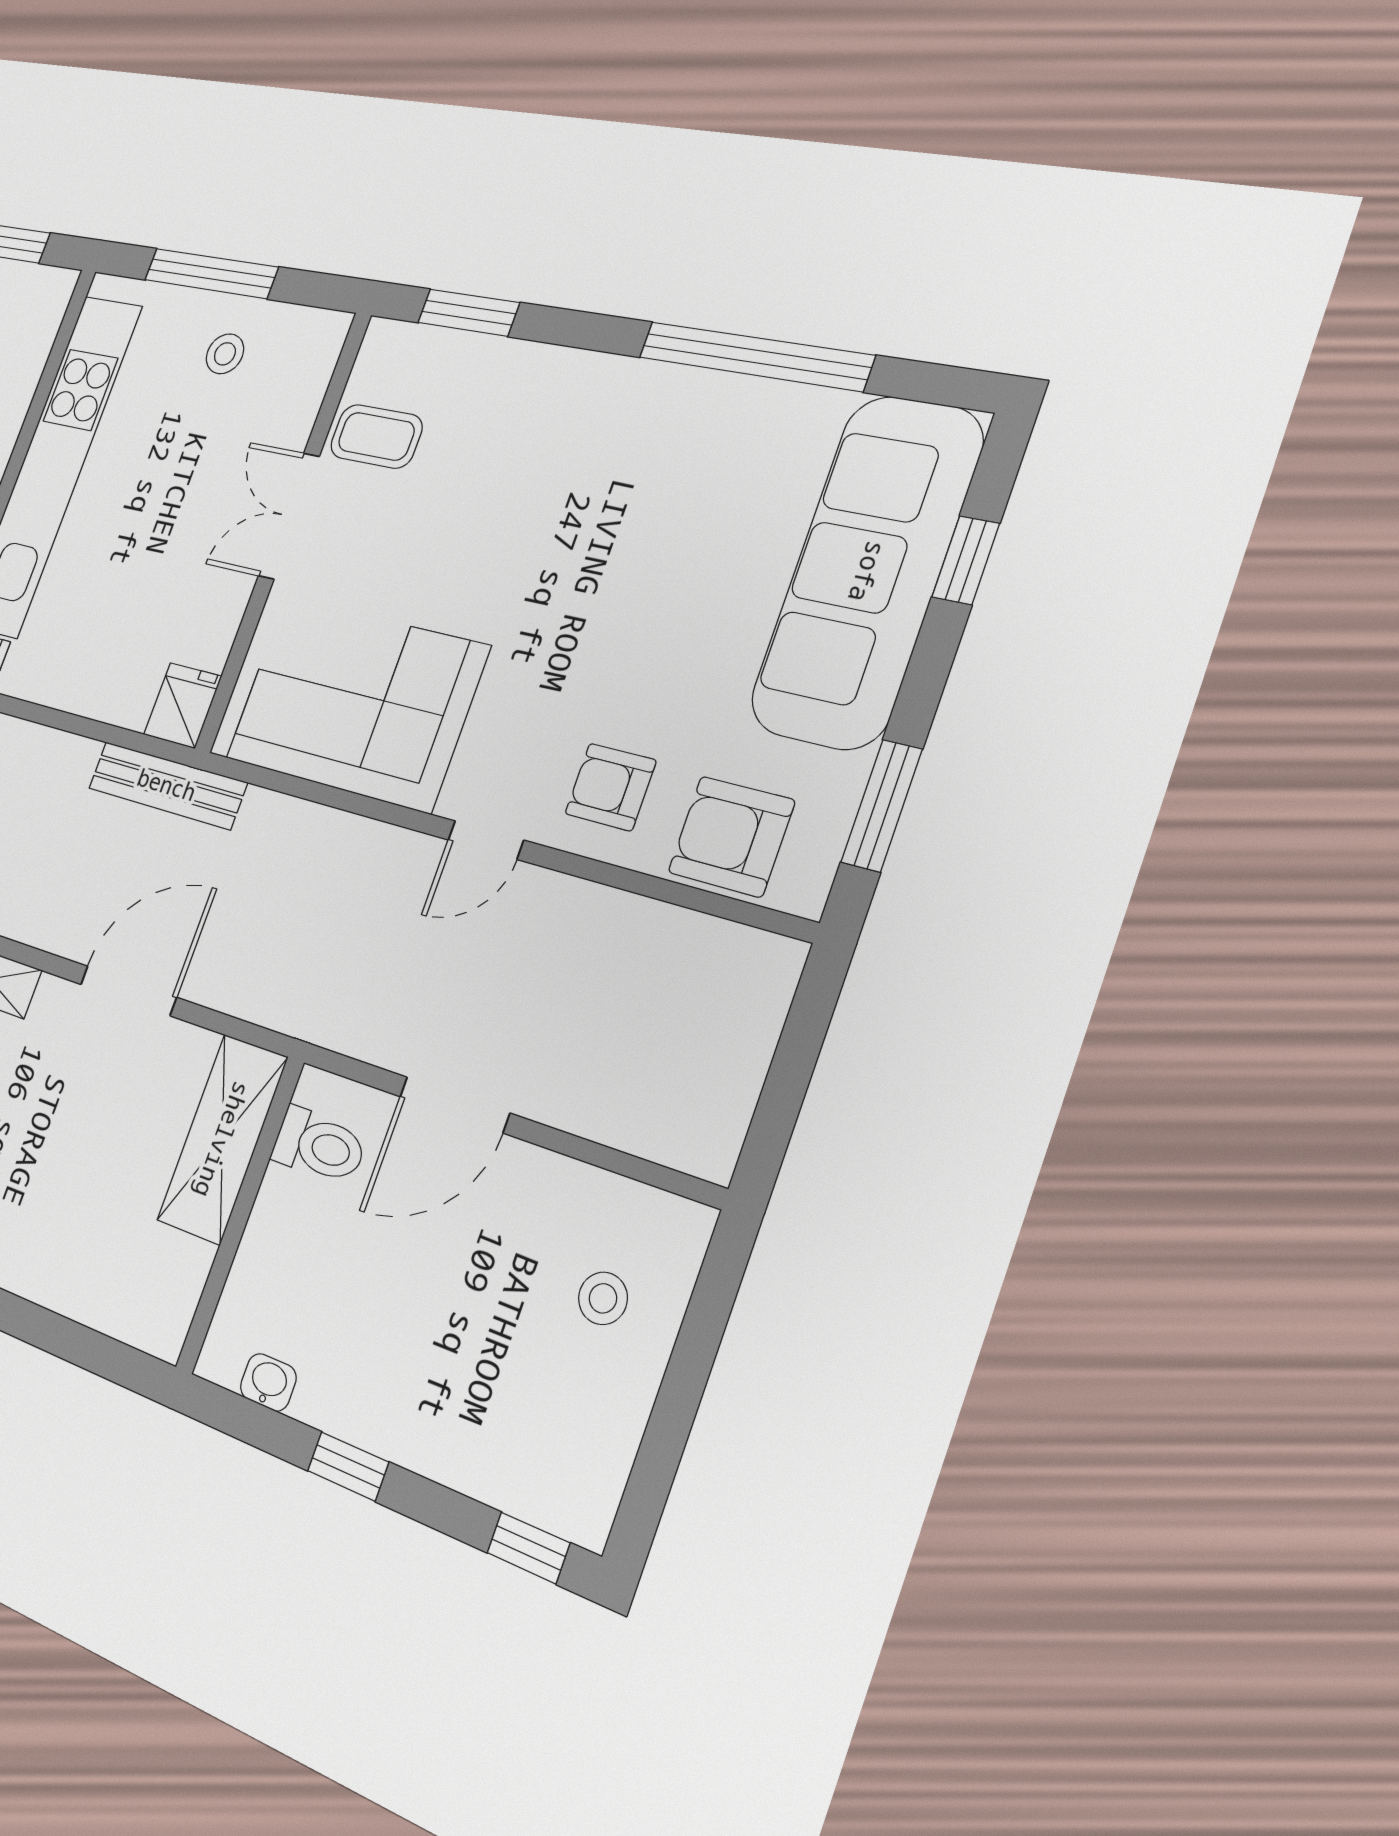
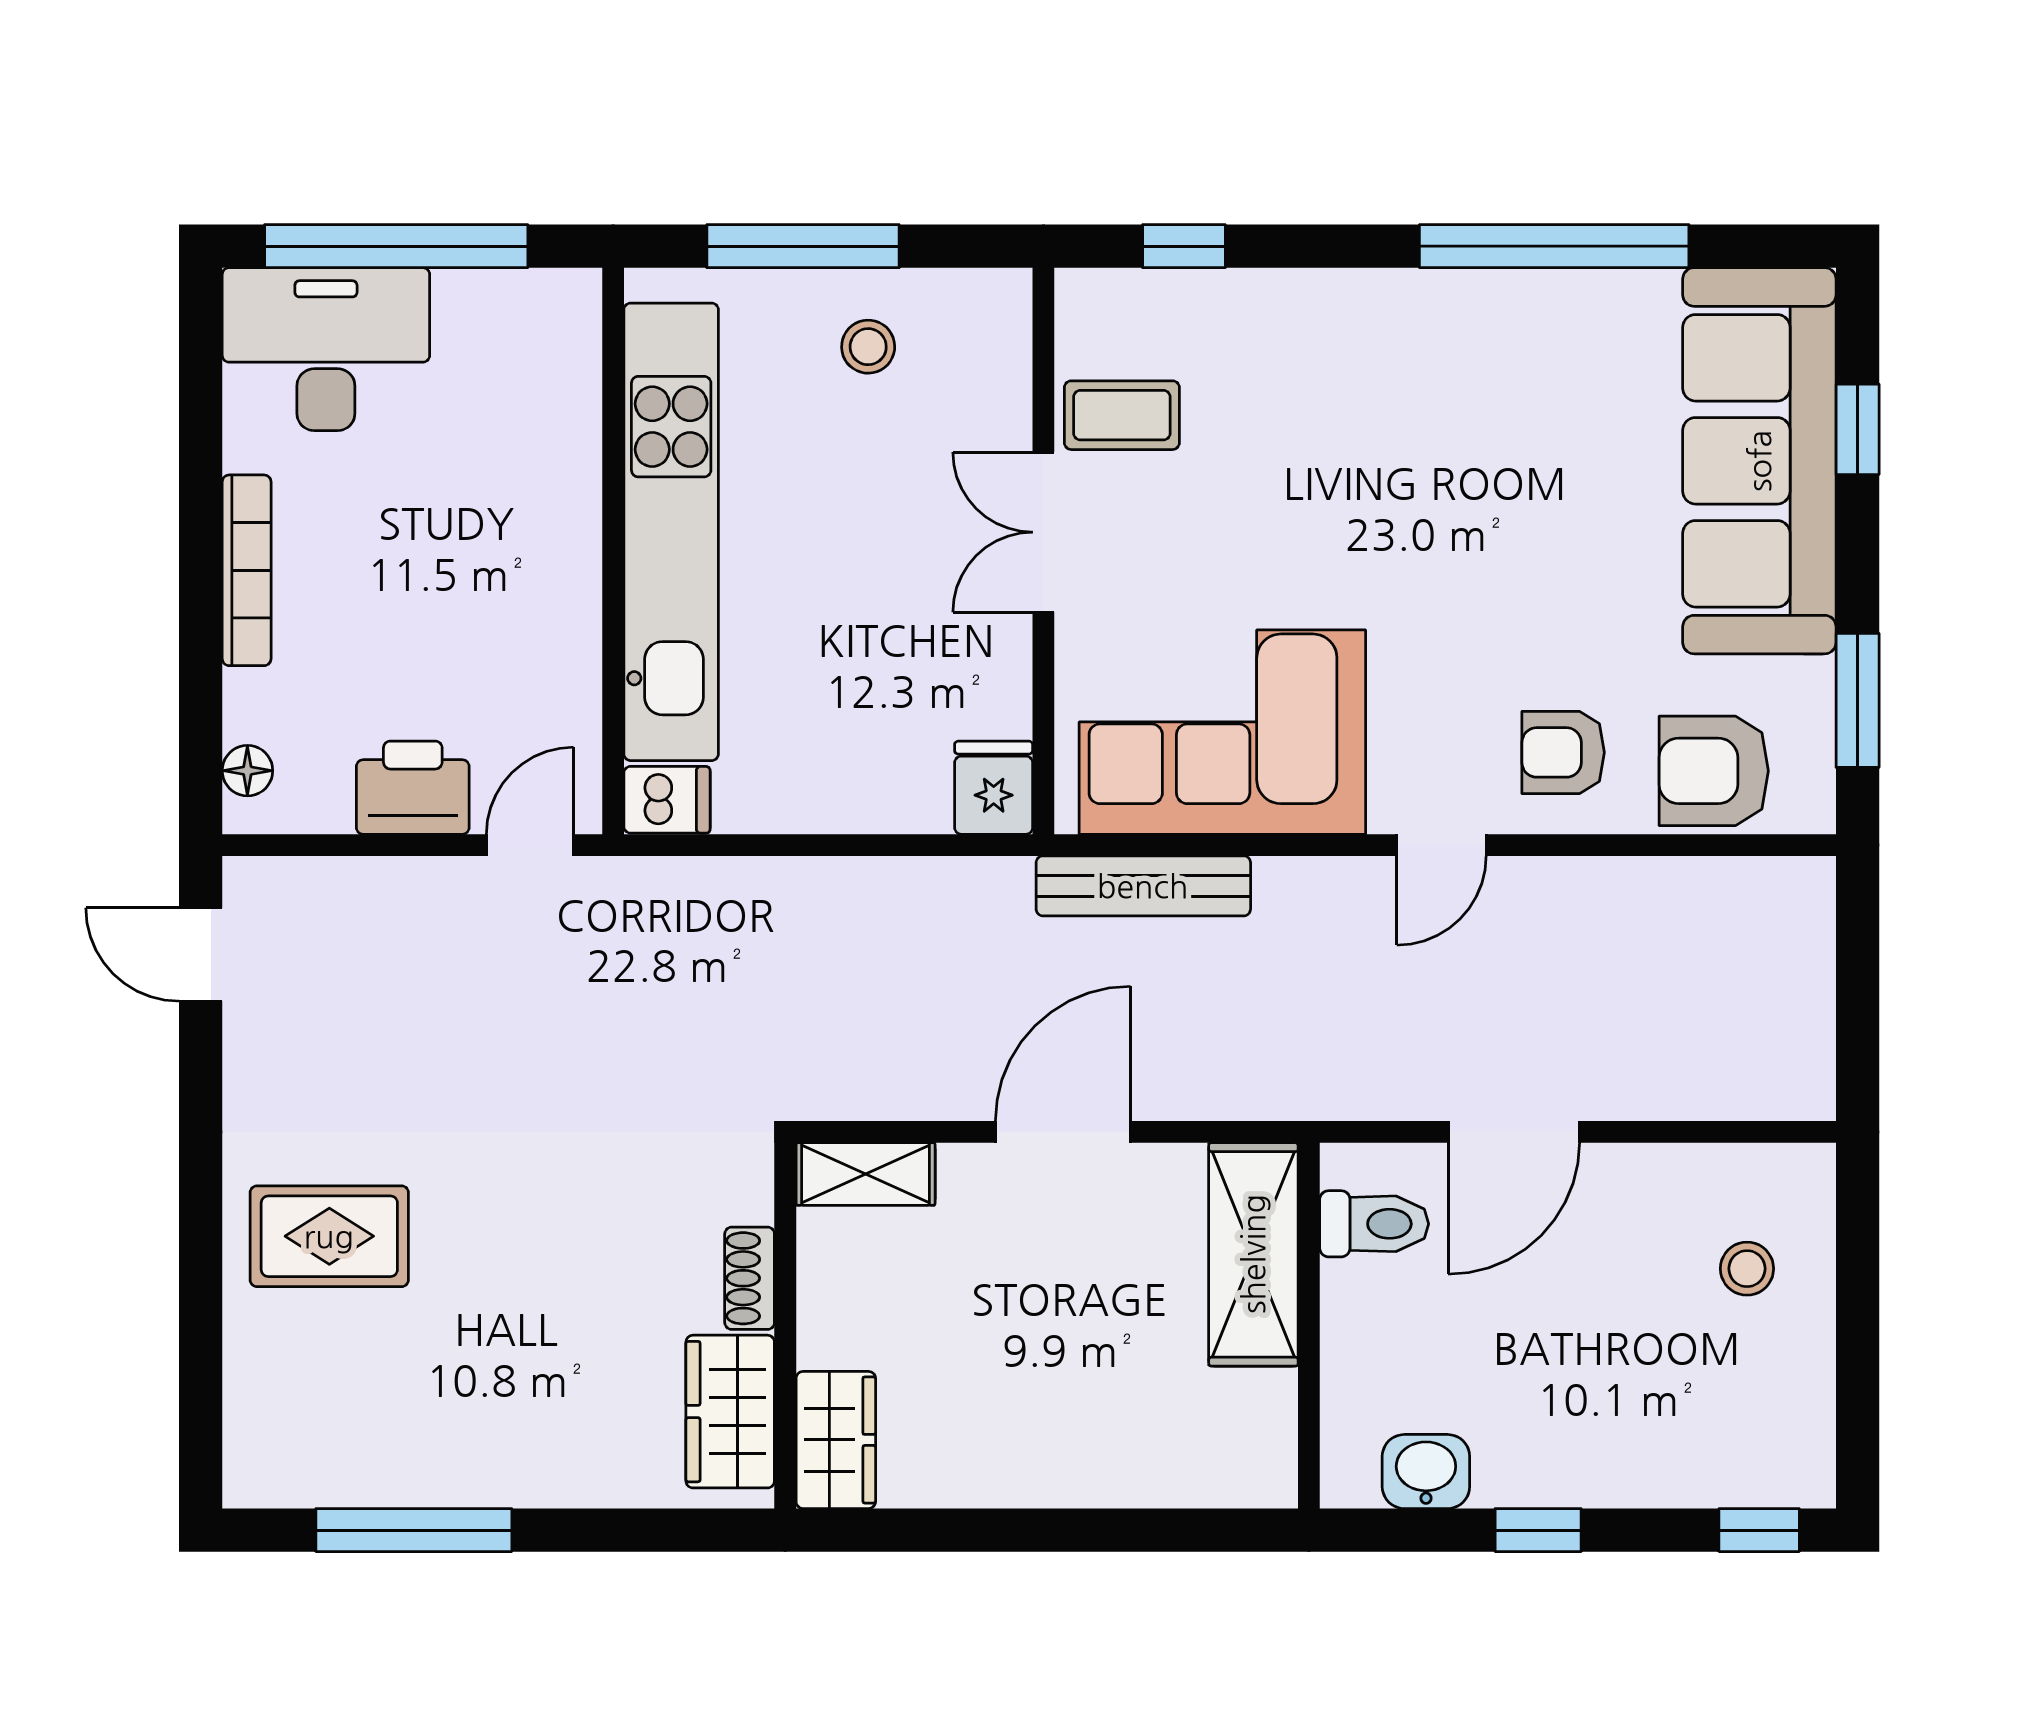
window: (468, 313) -> (1184, 246), width x0.67
bench: (167, 785) -> (1143, 886), moved
washbasin: (268, 1382) -> (1426, 1472), width x1.38, depth x1.45

